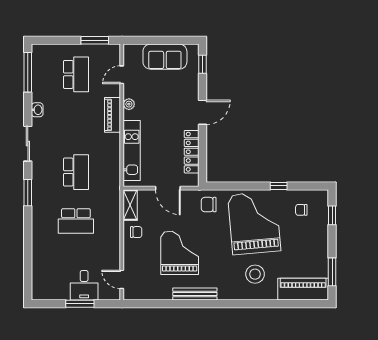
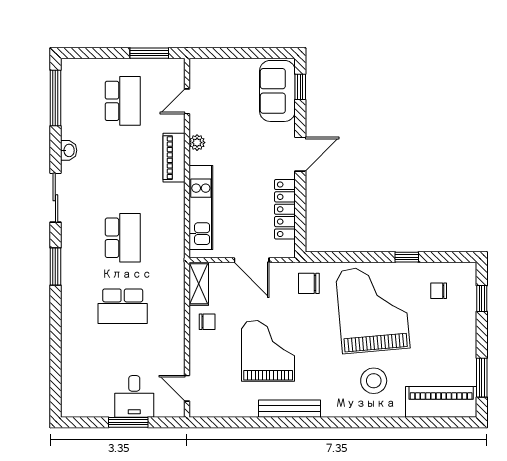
sofa: (165, 57) -> (277, 91), moved, turned 90

